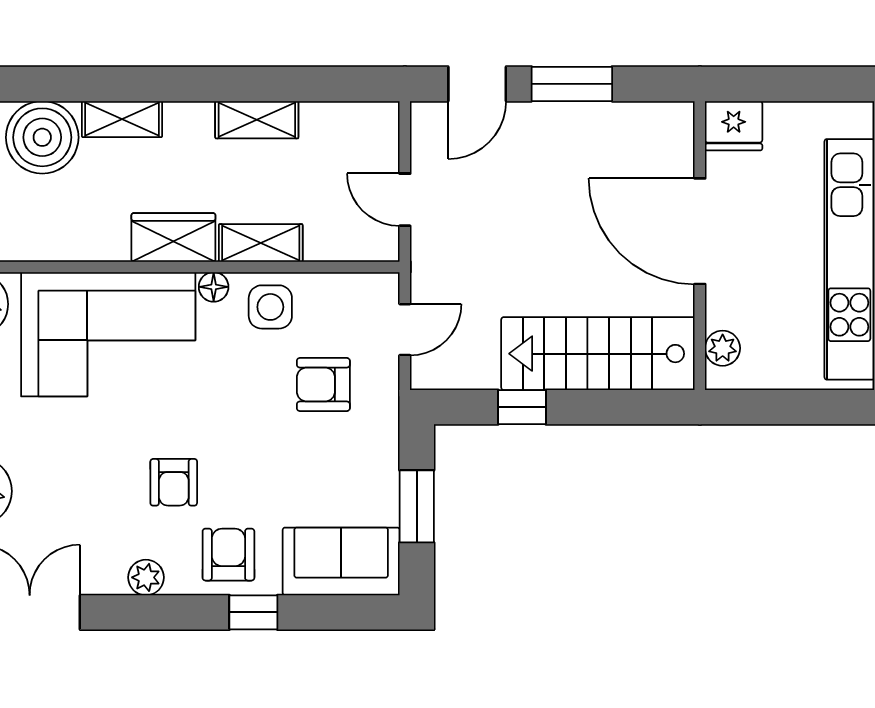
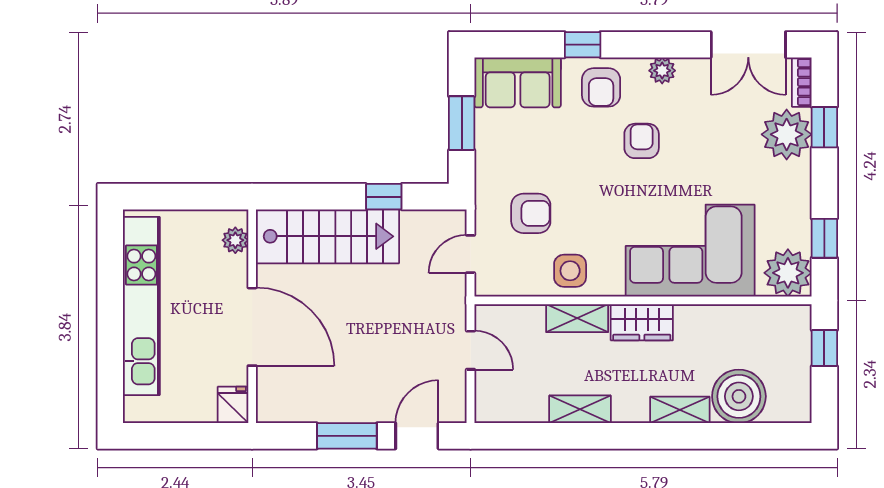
fridge: (734, 126) -> (233, 405), width x0.72
floor lamp: (214, 287) -> (612, 286), removed

